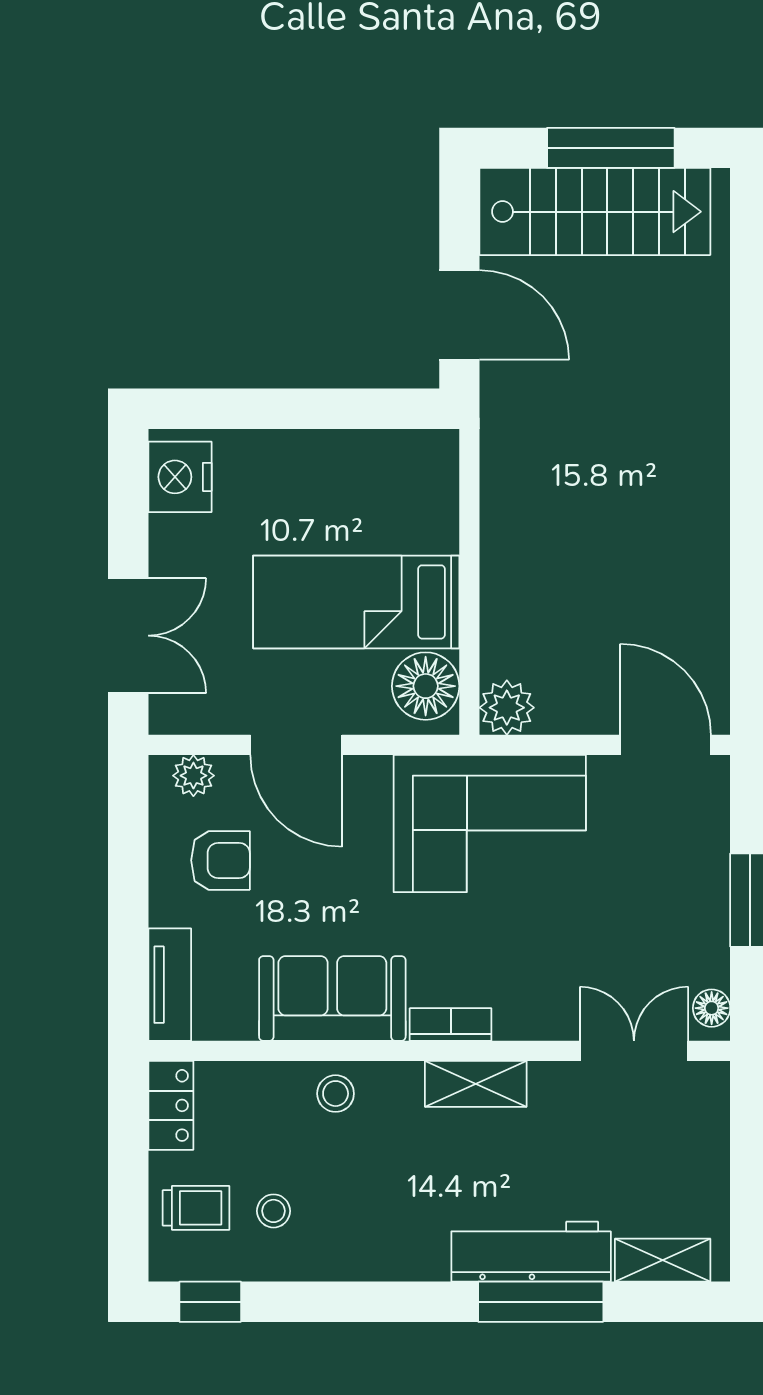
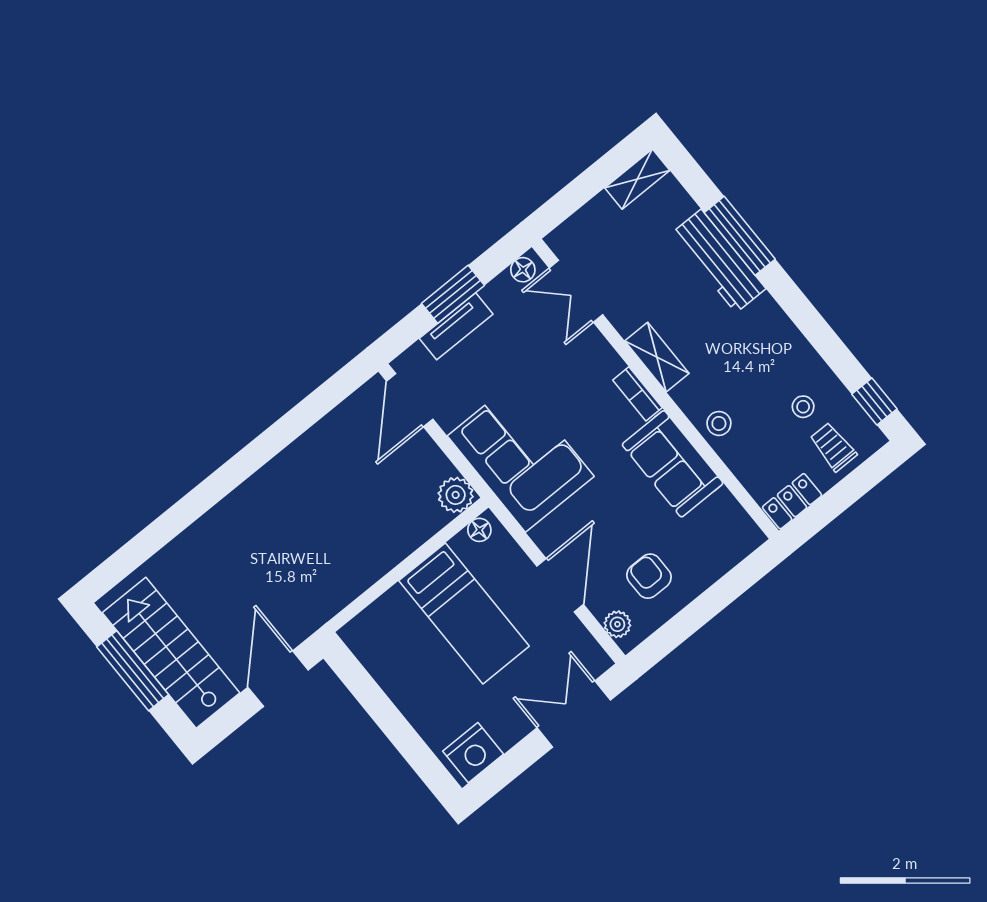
floor lamp: (426, 686) -> (479, 530), width x0.53, depth x0.53
tv unit: (170, 985) -> (456, 326), moved, turned 180
shelving: (663, 1260) -> (637, 179), moved, turned 90

